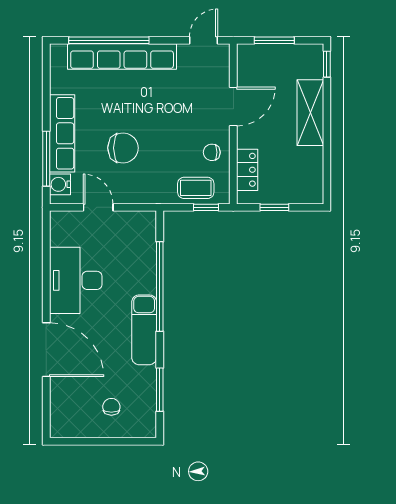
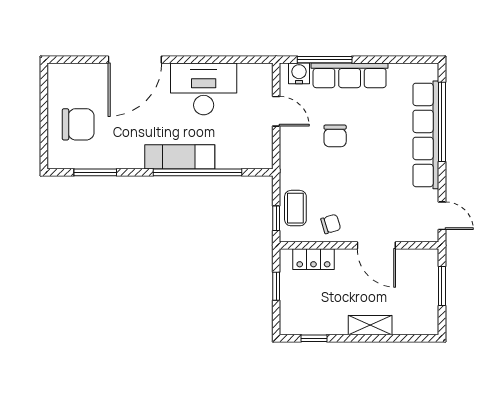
window: (327, 64) -> (314, 338), moved
shelving: (310, 113) -> (370, 325), width x0.67, depth x0.75
chair: (123, 148) -> (335, 136), width x0.73, depth x0.73
chair: (212, 152) -> (331, 224), turned 73
door: (98, 207) -> (276, 111), hinge flipped
exam couch: (144, 330) -> (180, 157), moved
chair: (111, 407) -> (78, 124), width x1.87, depth x1.87

